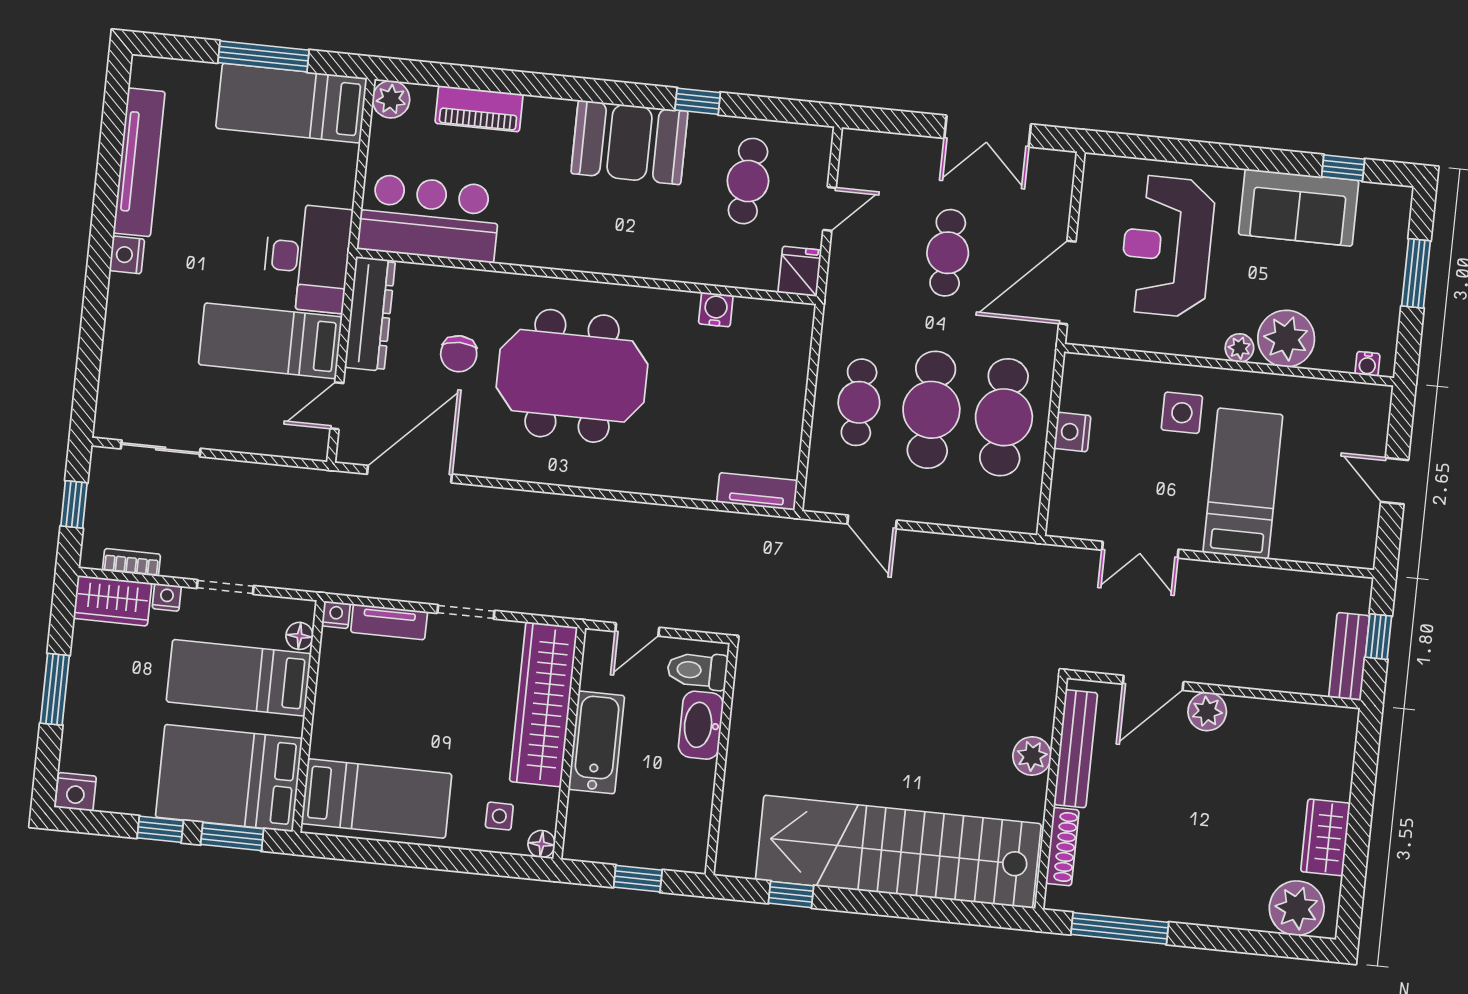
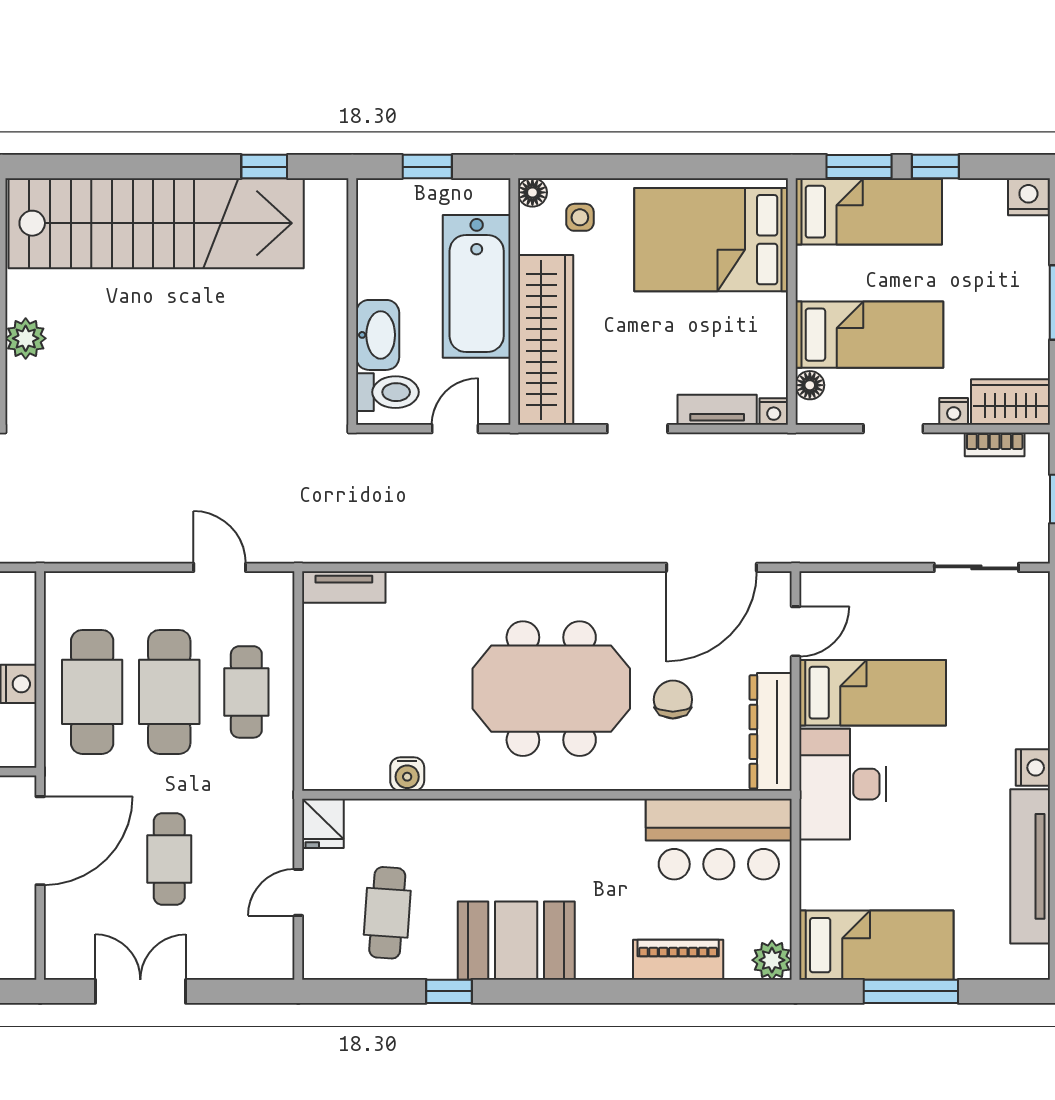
bathtub: (596, 742) -> (477, 286), width x1.36, depth x1.36
bed: (229, 778) -> (869, 212), width x0.67
bed: (376, 799) -> (711, 240), width x1.50

